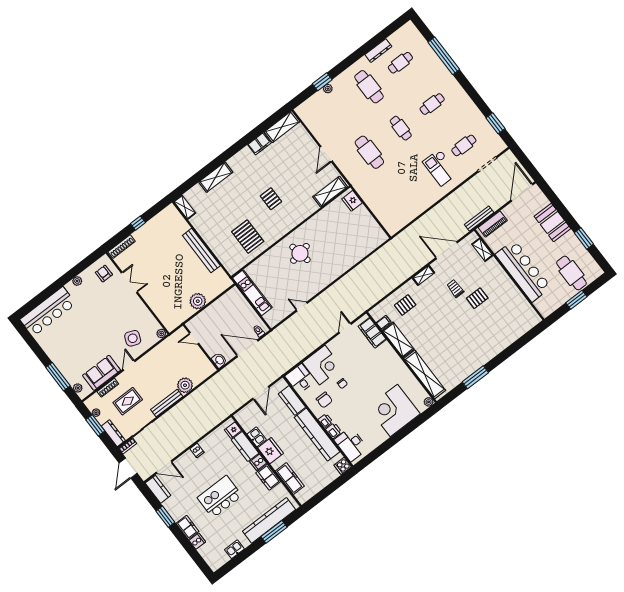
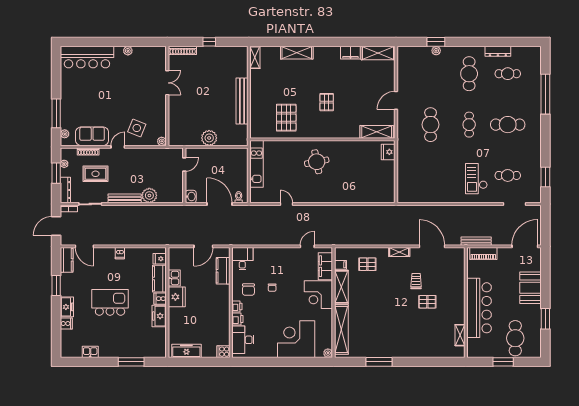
cafe table: (432, 104) -> (508, 125), width x1.37, depth x1.35
shelving: (482, 250) -> (460, 335), moved
armchair: (104, 273) -> (153, 61), removed
door: (194, 338) -> (184, 165), swing flipped
corner desk: (322, 365) -> (318, 295), moved, turned 90
kitchen counter: (317, 435) -> (222, 312), removed
freezer: (290, 479) -> (186, 351), moved, turned -90
kitchen counter: (269, 520) -> (134, 350), removed

